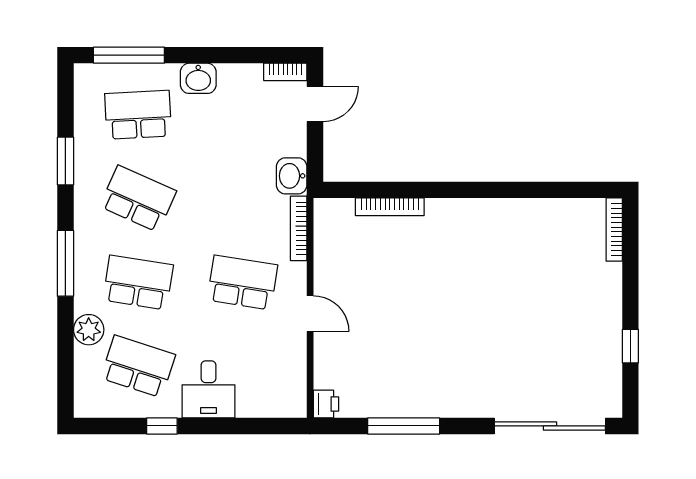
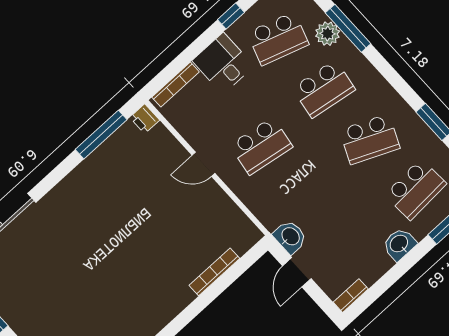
door: (315, 104) -> (297, 272), moved
bookcase: (299, 228) -> (176, 85), moved, turned 90
window: (65, 263) -> (348, 28), moved
window: (404, 426) -> (101, 135), moved

